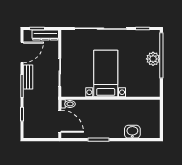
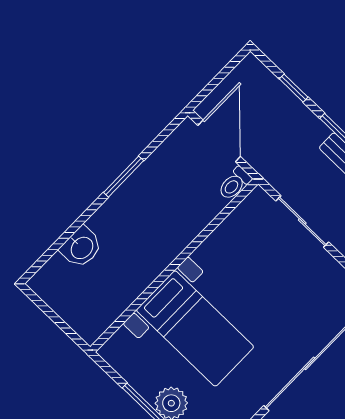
bed with nightstands: (106, 74) -> (195, 328), moved
door: (60, 121) -> (219, 141), swing flipped

